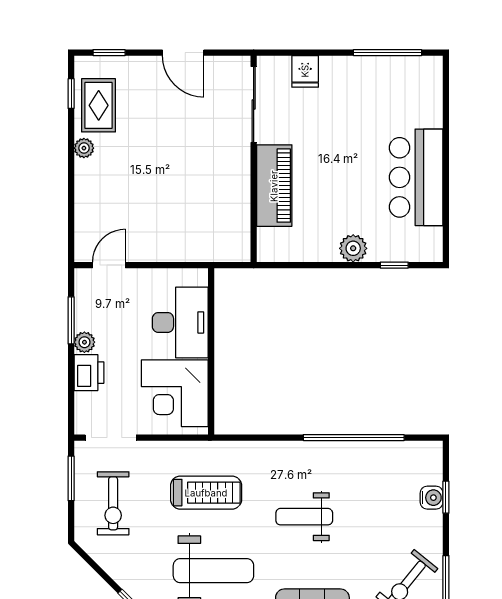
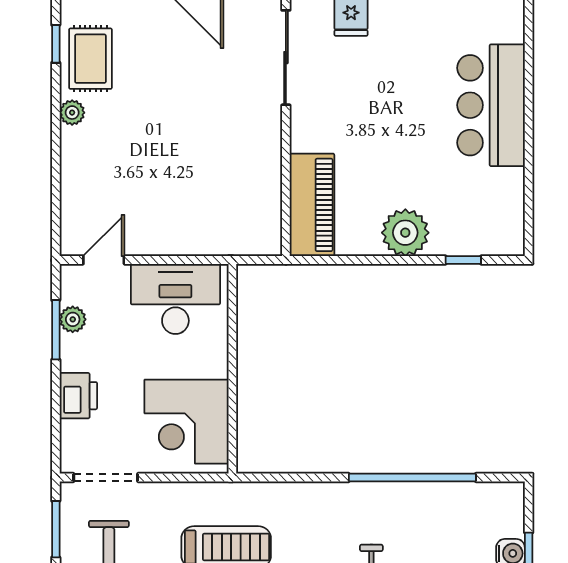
bar counter: (416, 177) -> (491, 105), moved
piano: (274, 186) -> (312, 205), moved
plant: (353, 248) -> (405, 233), width x1.36, depth x1.36
desk: (180, 322) -> (175, 299), moved, turned -90
plant: (84, 342) -> (73, 319), moved

